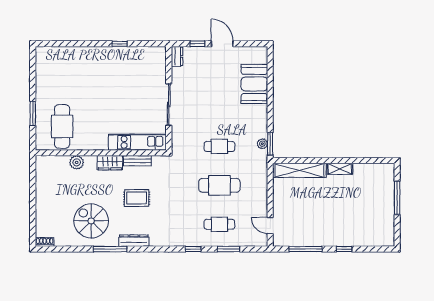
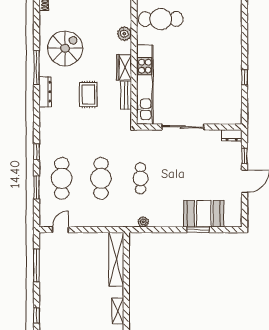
kitchen unit: (137, 142) -> (145, 85), width x1.36
window: (270, 144) -> (198, 230), moved
shelving: (340, 169) -> (118, 311), moved
cafe table: (219, 224) -> (62, 178), width x1.37, depth x1.35
window: (344, 249) -> (37, 315), moved

